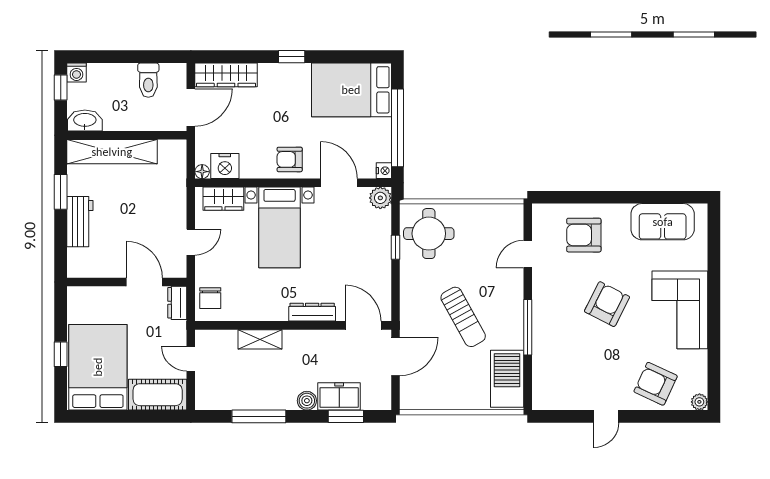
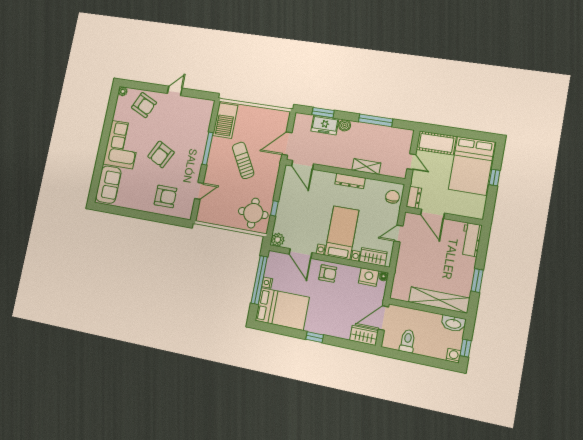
wardrobe: (226, 75) -> (364, 336), width x0.67
nightstand: (384, 171) -> (267, 283), moved
workbench: (80, 222) -> (471, 239), moved
sofa: (663, 222) -> (108, 185), moved, turned 90
dresser: (312, 312) -> (350, 181), moved

